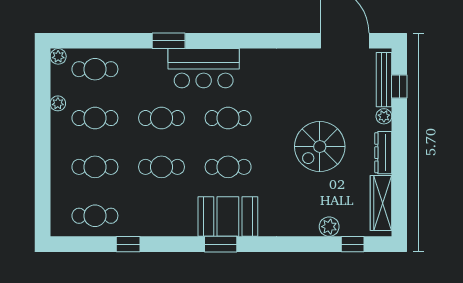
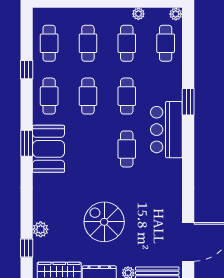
cafe table: (228, 167) -> (49, 96), moved

